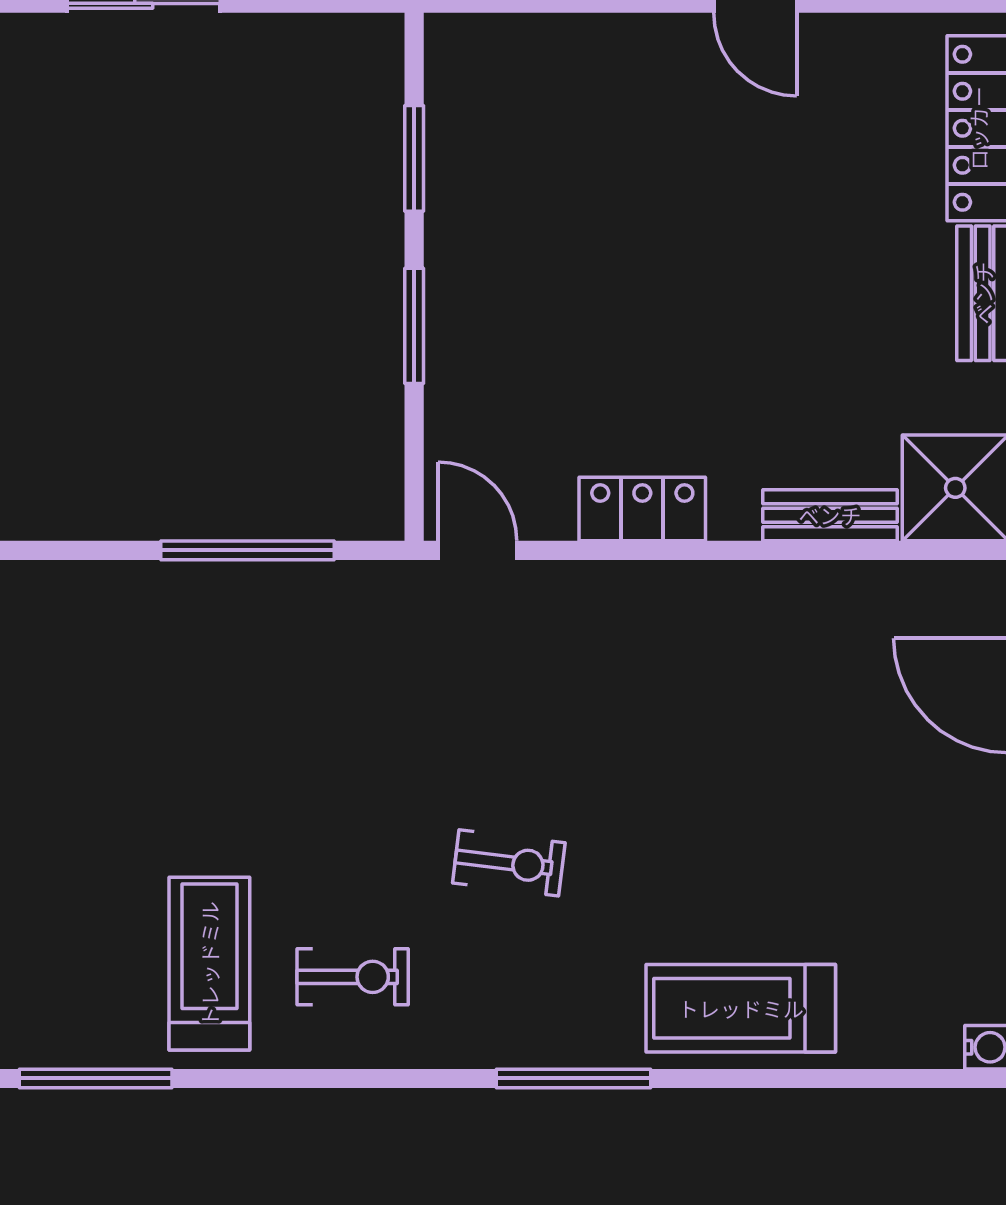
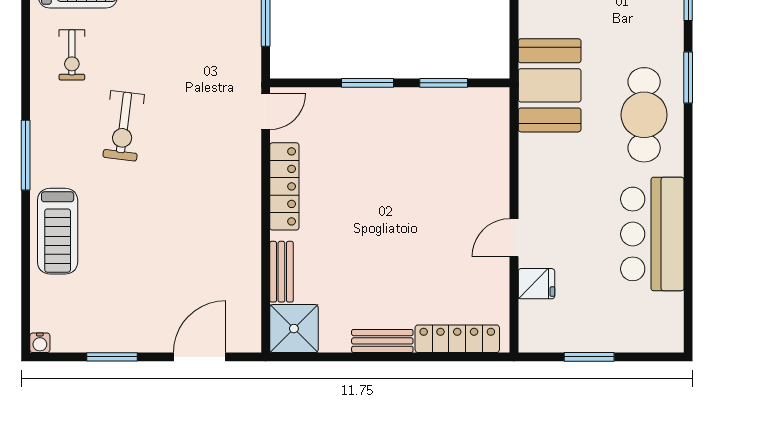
locker: (642, 509) -> (284, 186), width x1.53
exercise bike: (509, 863) -> (124, 126), width x1.38, depth x1.39
treadmill: (741, 1008) -> (58, 231), turned 180

